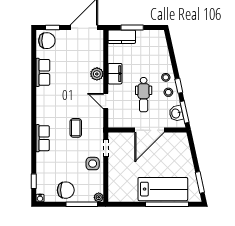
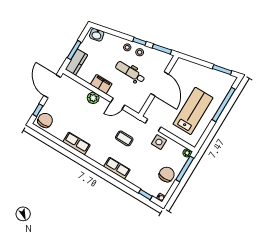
row of seats: (43, 72) -> (76, 143), moved
dental chair: (144, 95) -> (130, 72), turned 180
washbasin: (176, 113) -> (97, 35), moved
lab bench: (163, 189) -> (193, 111), moved

